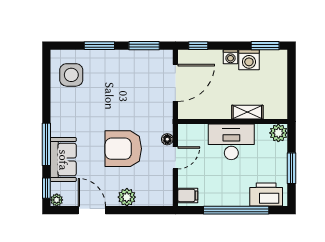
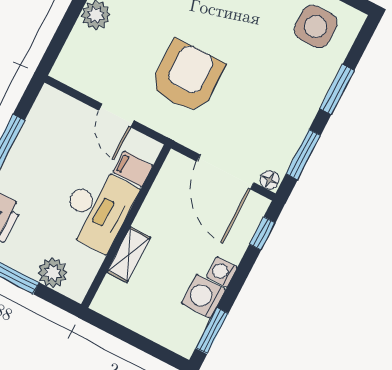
plant: (278, 133) -> (53, 273), moved
floor lamp: (167, 139) -> (270, 180), moved
armchair: (123, 149) -> (187, 77), moved
filing cabinet: (188, 195) -> (133, 169), moved, turned 90

